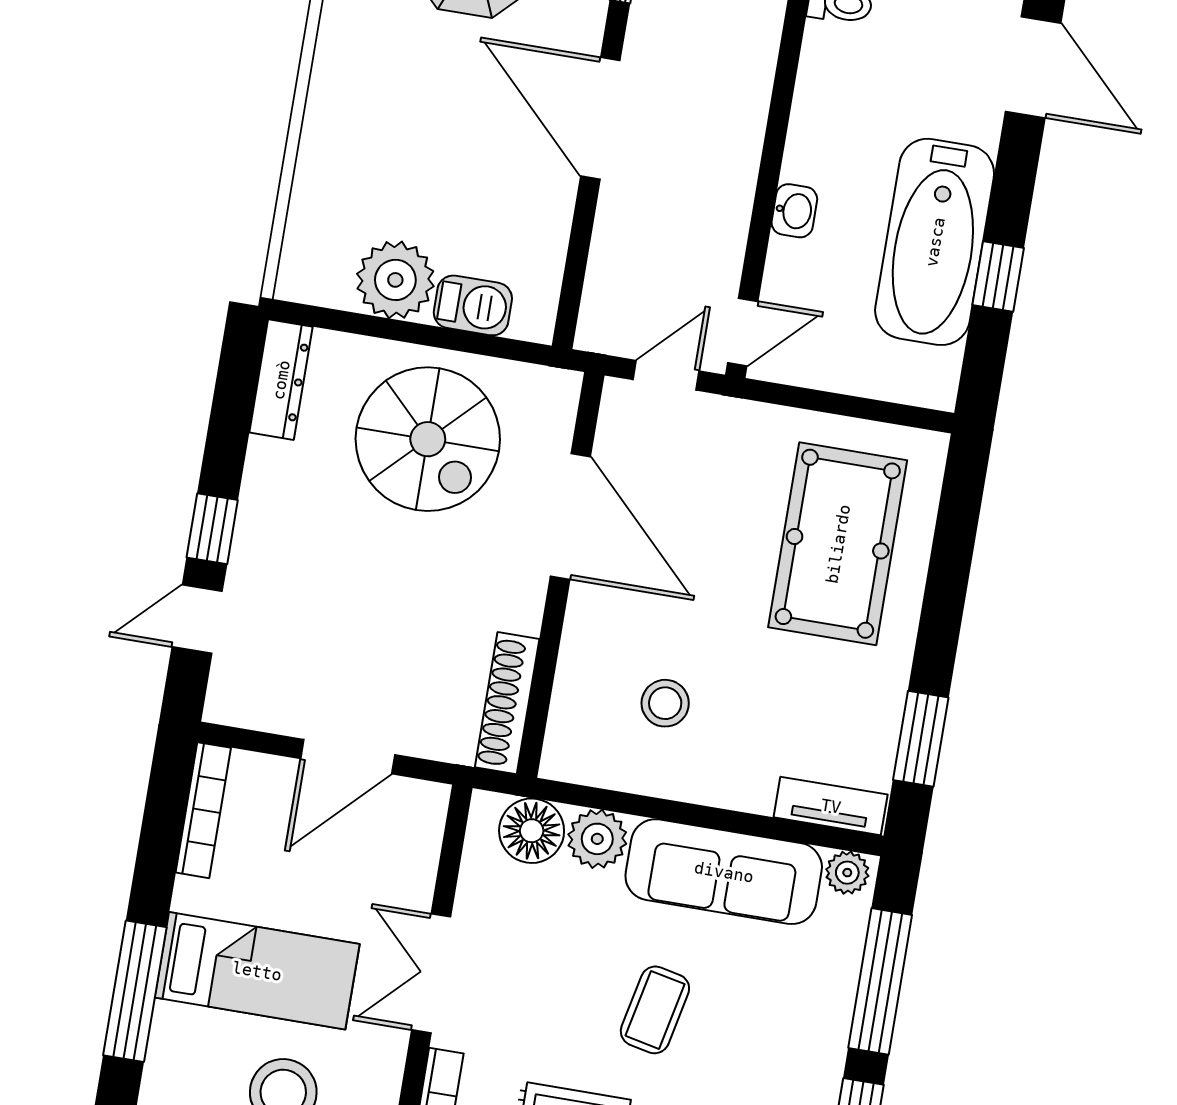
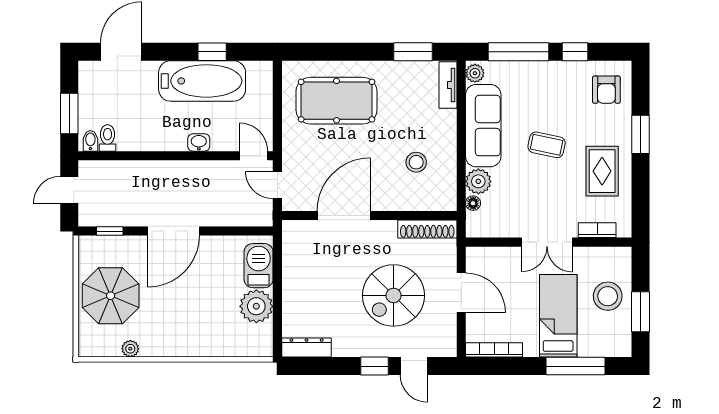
barbecue: (473, 305) -> (259, 266), width x1.38, depth x1.27
spiral stairs: (428, 439) -> (394, 295), moved, turned 180
floor lamp: (532, 831) -> (473, 203), width x0.53, depth x0.53

